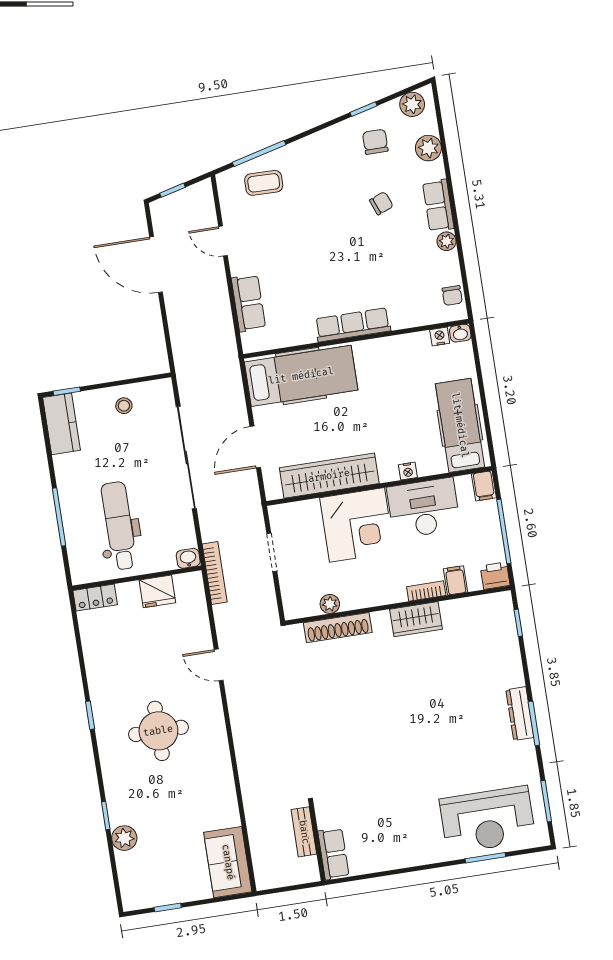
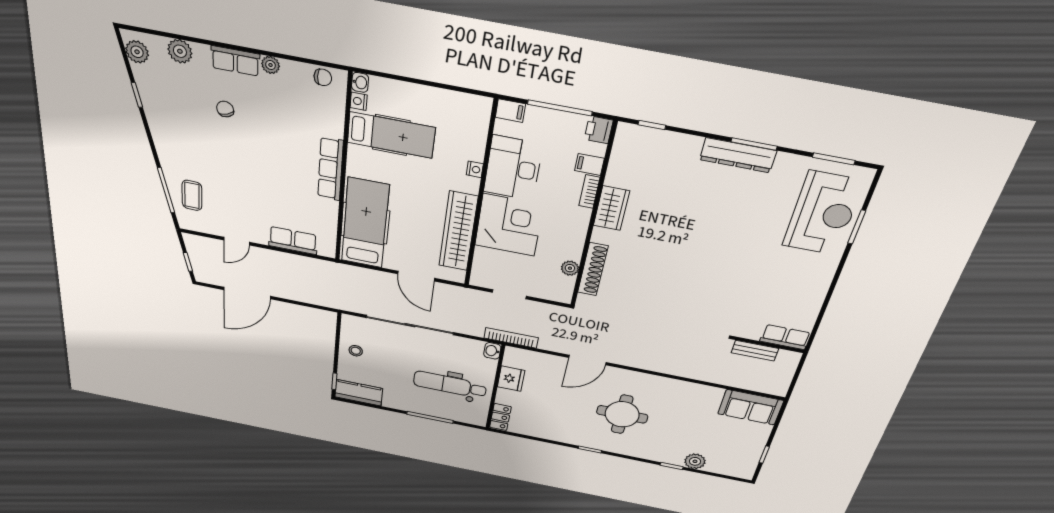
chair: (375, 142) -> (168, 95), removed
hospital bed: (460, 425) -> (391, 135), moved, turned 180
door: (219, 665) -> (587, 360), width x1.38
dresser: (520, 714) -> (738, 155), width x1.37, depth x1.24

